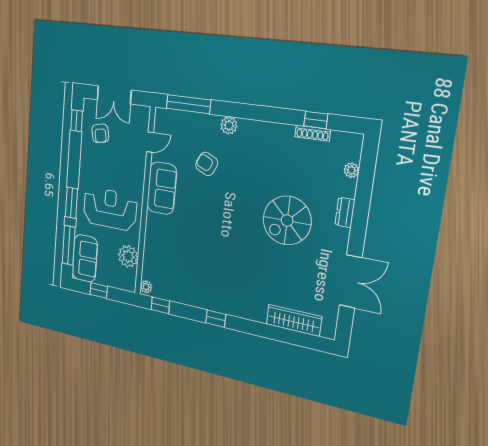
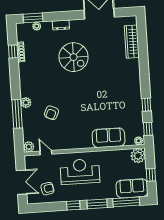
window: (188, 104) -> (17, 114), moved
plant: (162, 117) -> (29, 147), added
window: (77, 121) -> (73, 205), moved
window: (367, 167) -> (33, 18), added
sofa: (162, 188) -> (109, 138), moved
reception desk: (110, 209) -> (80, 172), moved, turned 90
plant: (128, 256) -> (138, 156), moved
window: (216, 319) -> (146, 105), moved

